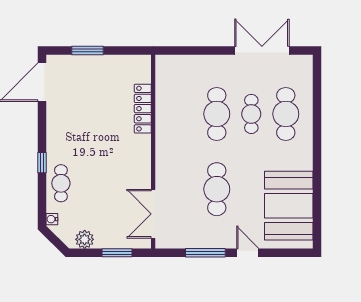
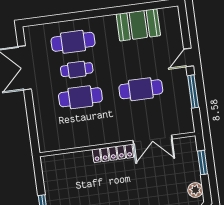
locker: (143, 109) -> (113, 153), moved
booth: (289, 206) -> (138, 25), width x0.73, depth x0.70
double door: (153, 214) -> (152, 140), moved

